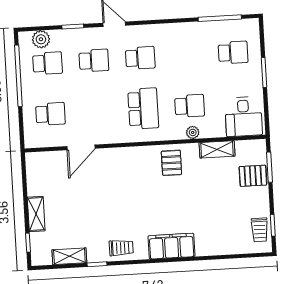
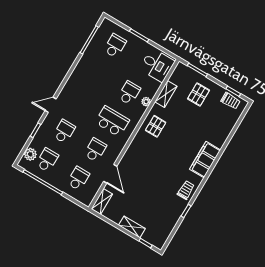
school desk: (140, 58) -> (95, 150), moved
pallet: (171, 163) -> (156, 126), turned 90
pallet: (253, 176) -> (199, 94), moved
shelving: (69, 256) -> (102, 201), moved

